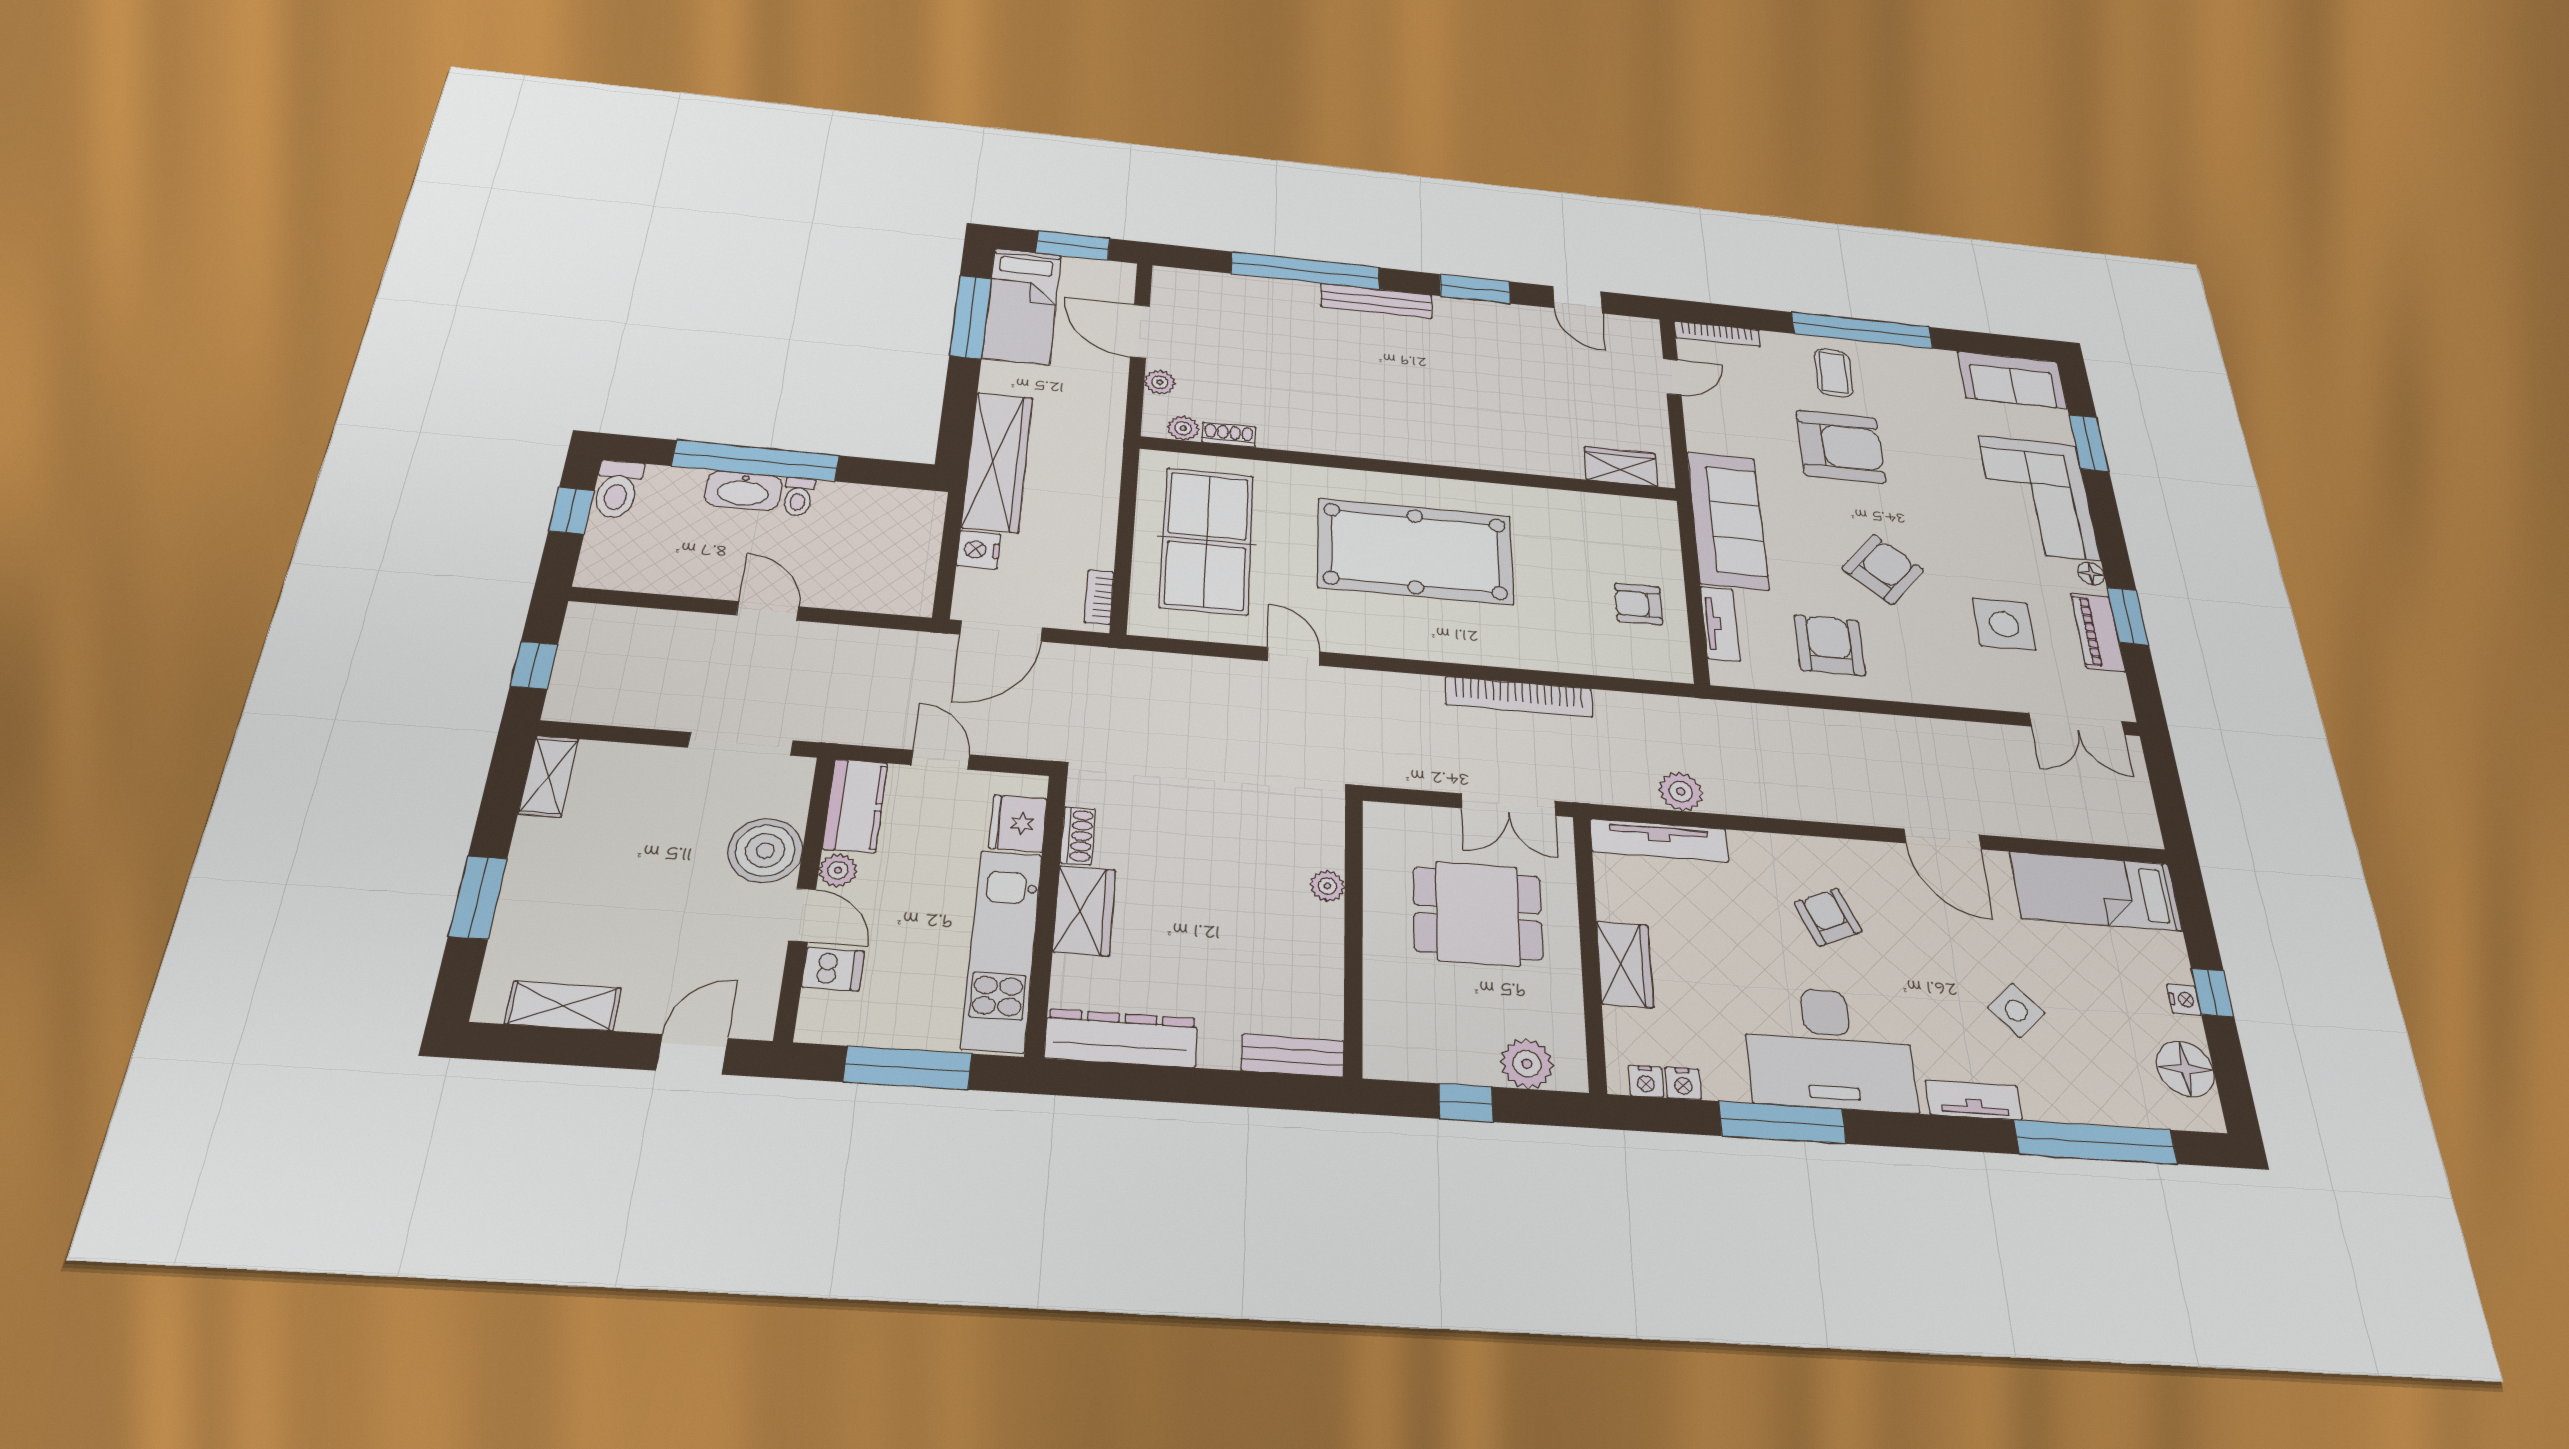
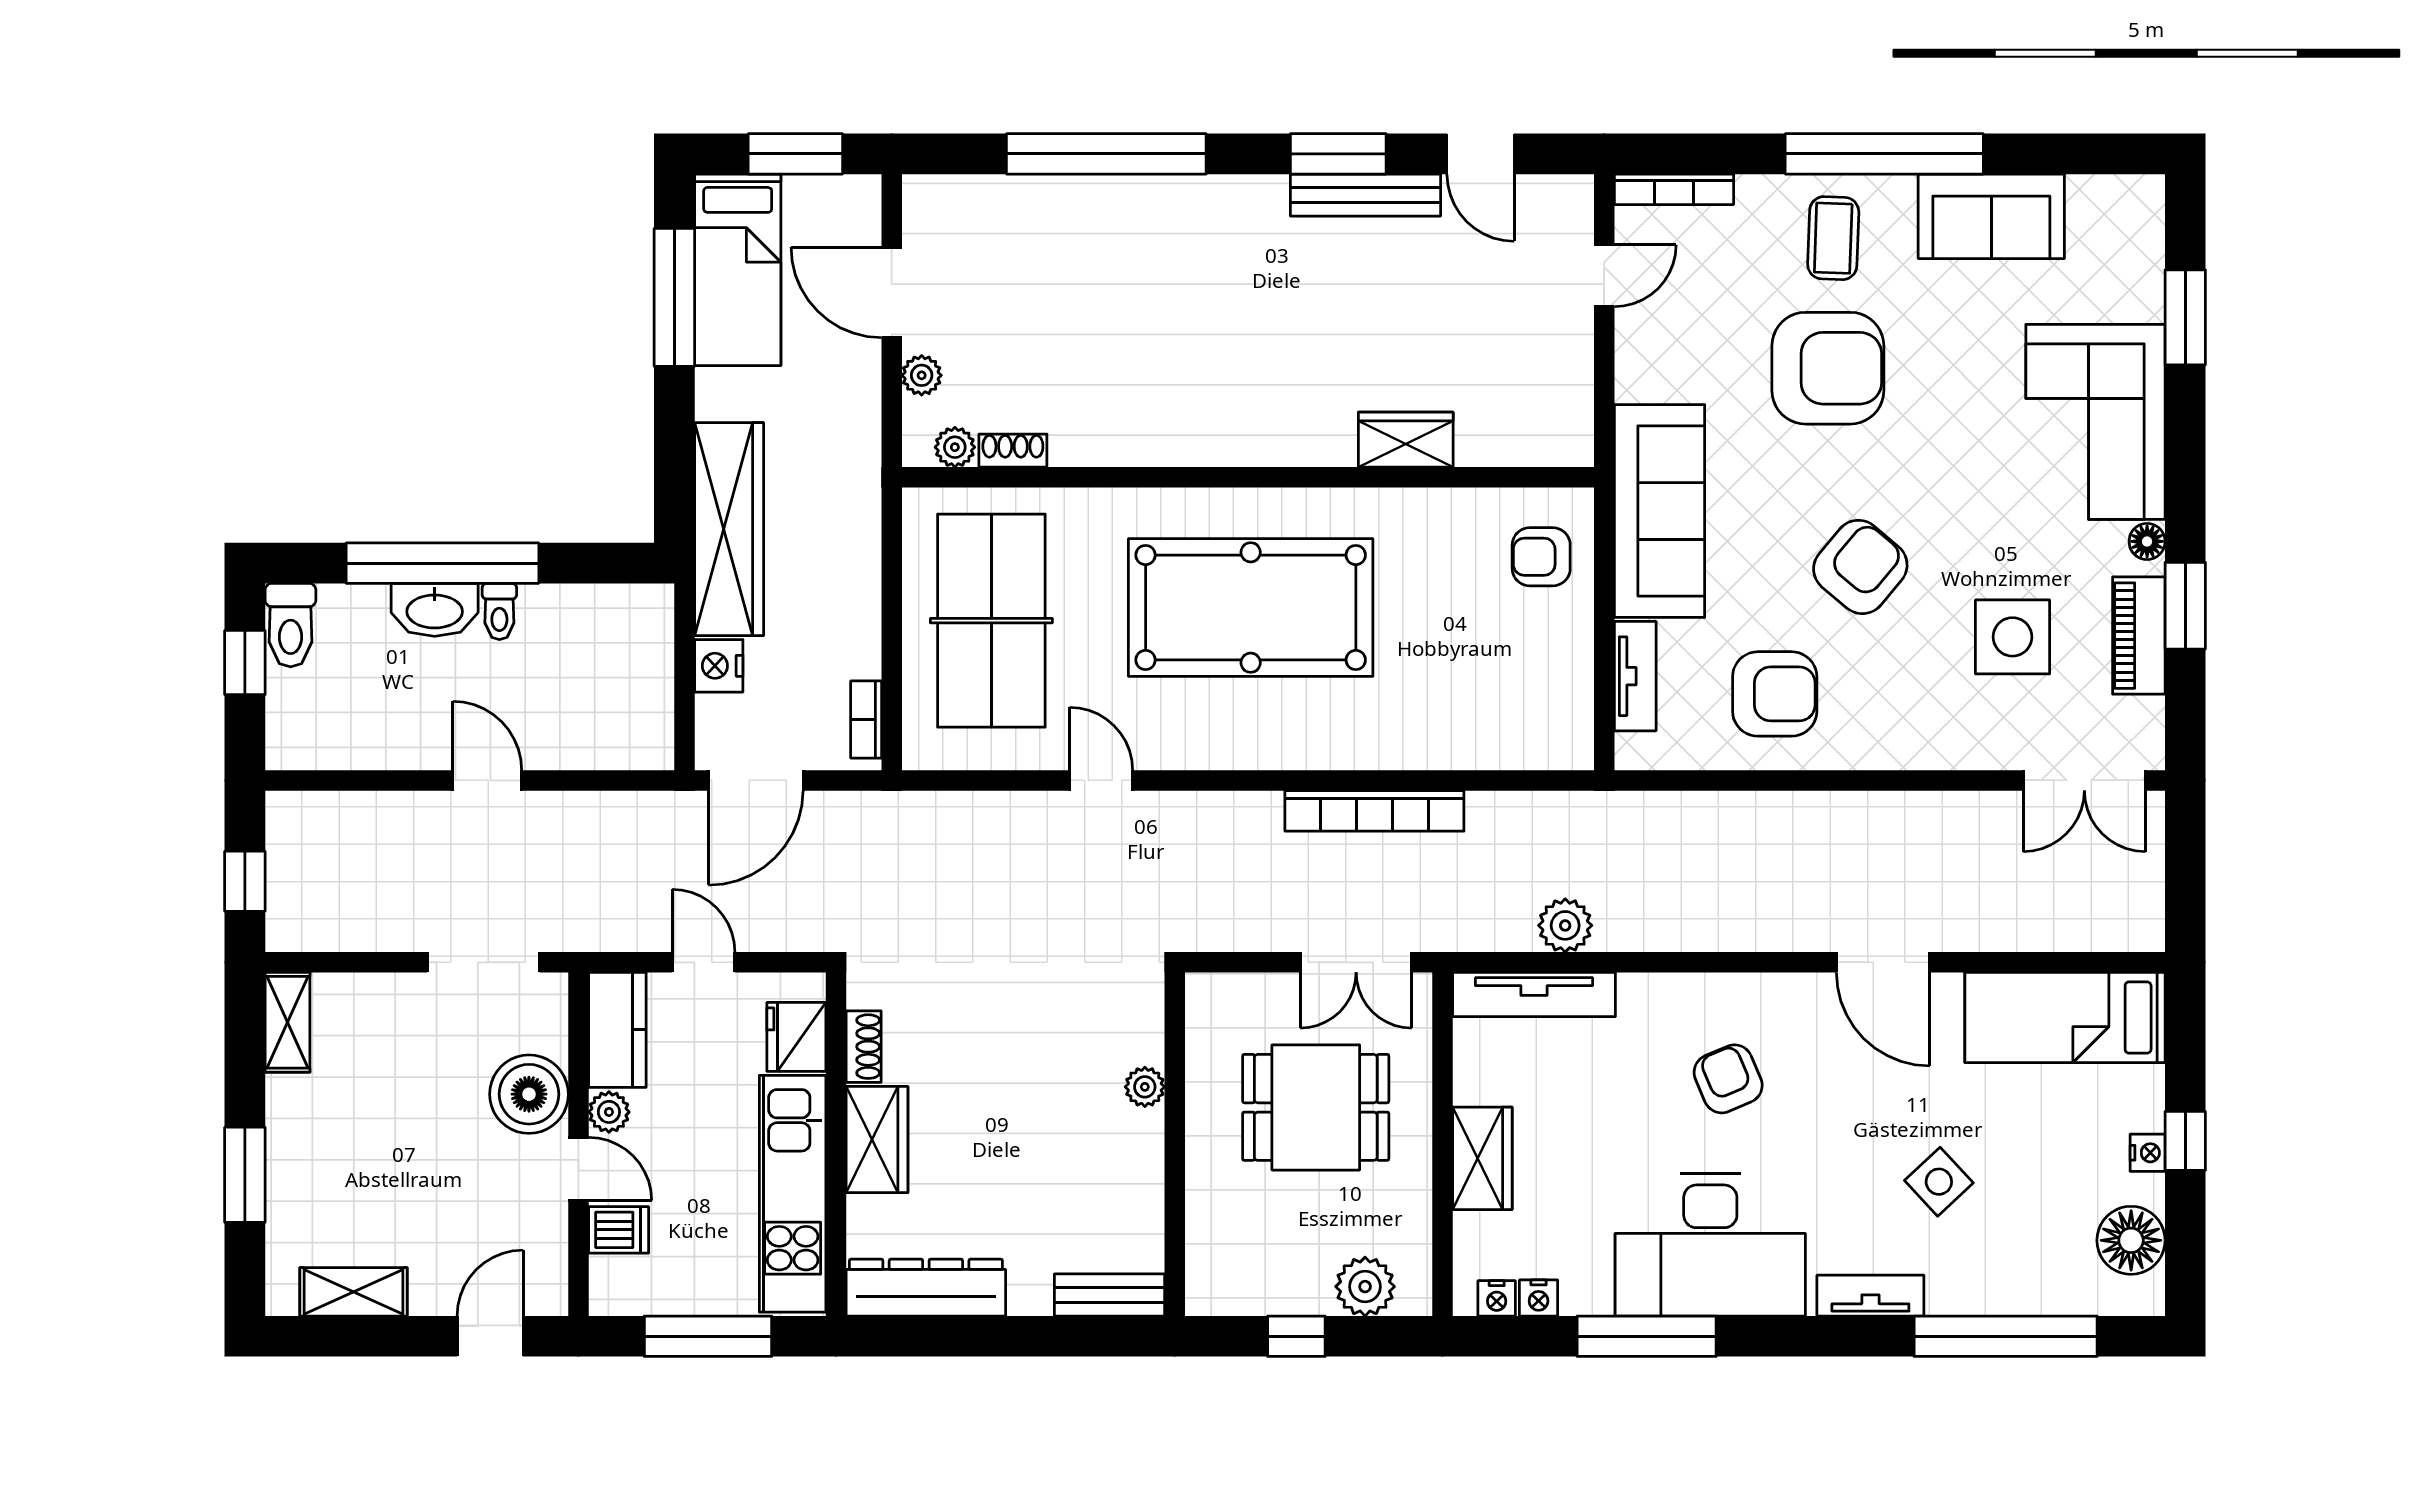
bench: (1376, 301) -> (1365, 195), moved
sofa: (2012, 380) -> (1991, 216), moved
wardrobe: (1621, 467) -> (1406, 440), moved
armchair: (1639, 604) -> (1541, 557), moved
armchair: (1830, 645) -> (1775, 694), turned 90

